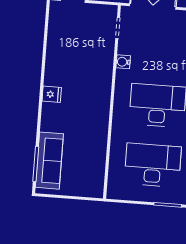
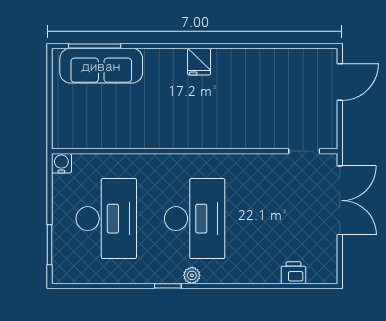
water cooler: (123, 62) -> (61, 163), moved

